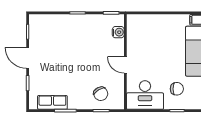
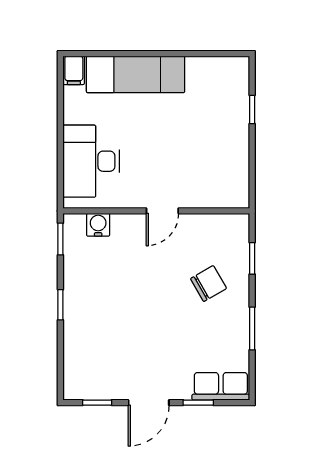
chair: (177, 89) -> (209, 110), removed
chair: (101, 94) -> (209, 284), moved
desk: (145, 95) -> (91, 161), moved, turned 180
row of seats: (52, 102) -> (221, 386), moved, turned 90

